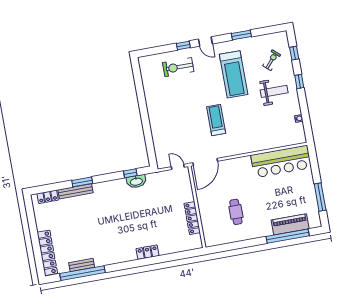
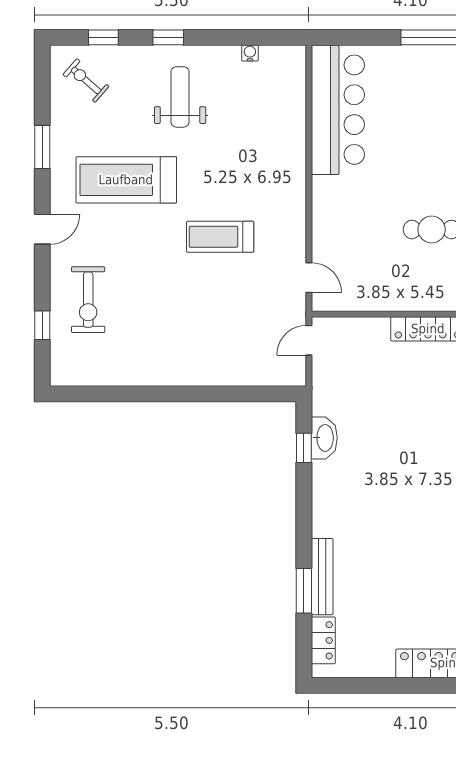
window: (183, 45) -> (42, 325), moved
exercise bike: (272, 60) -> (86, 80), moved
treadmill: (234, 74) -> (126, 180), turned 180
door: (205, 162) -> (309, 278), width x0.53
window: (82, 182) -> (304, 591), moved

